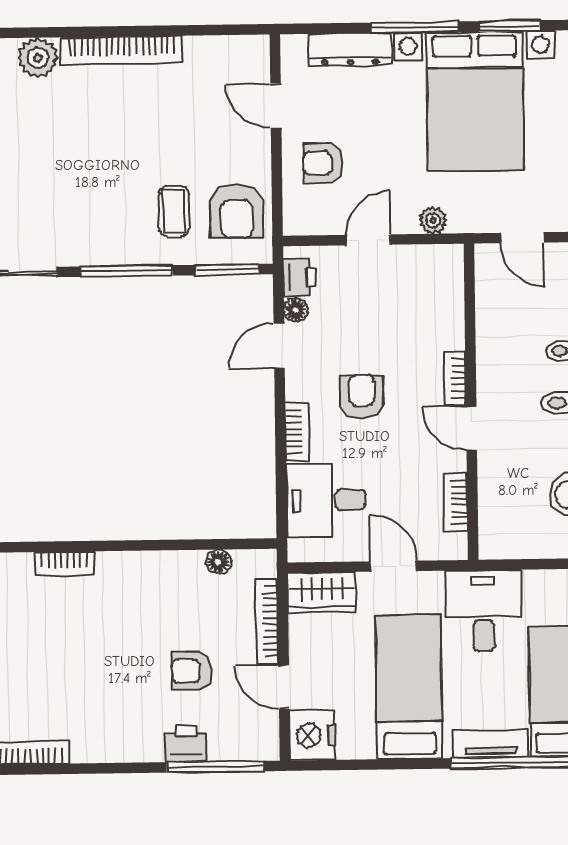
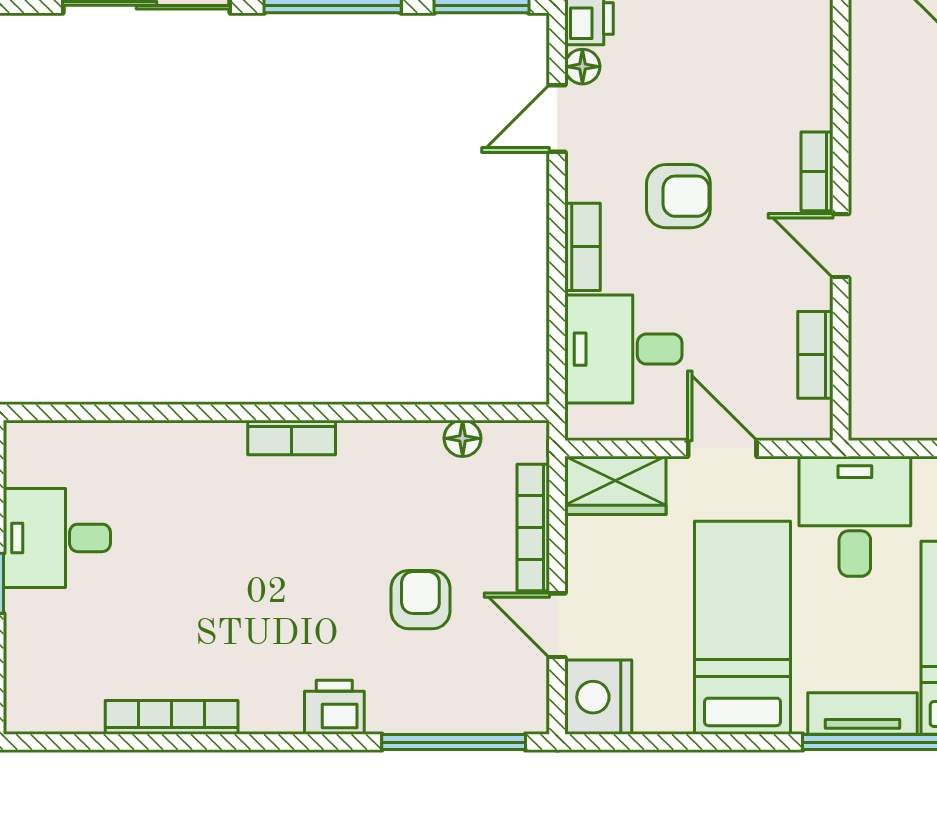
armchair: (362, 397) -> (678, 196), turned 90
bookcase: (64, 563) -> (292, 437), moved
armchair: (191, 671) -> (420, 600), turned 90
printer: (186, 744) -> (334, 707), moved

